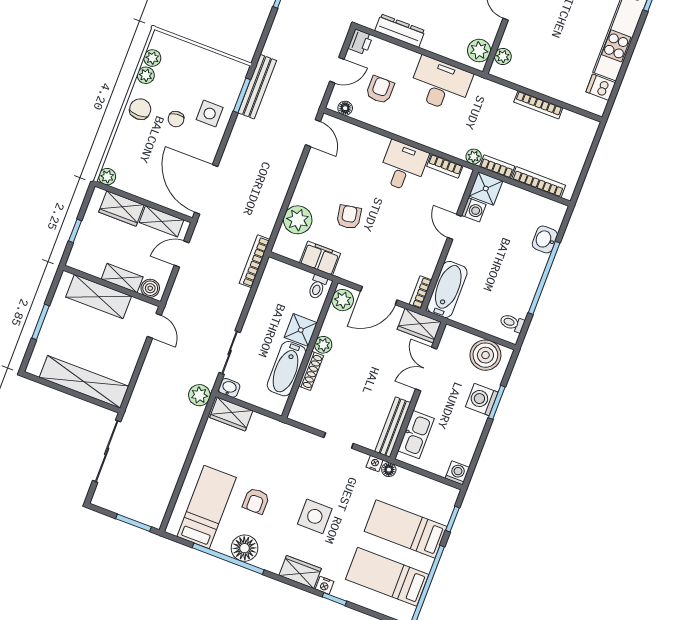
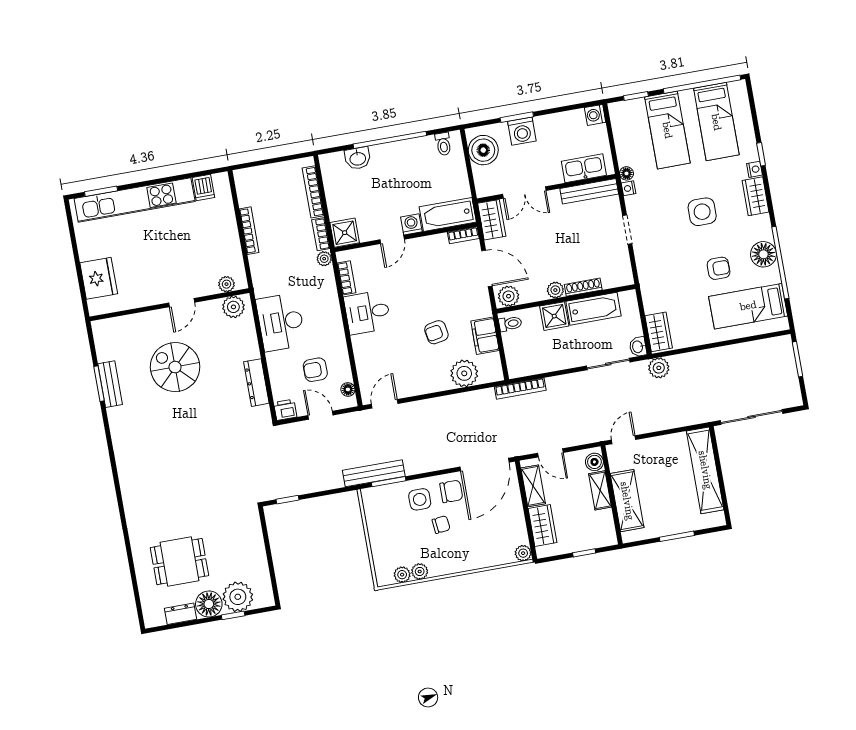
chair: (140, 109) -> (451, 491), moved, turned 180
washing machine: (474, 210) -> (411, 224), moved

